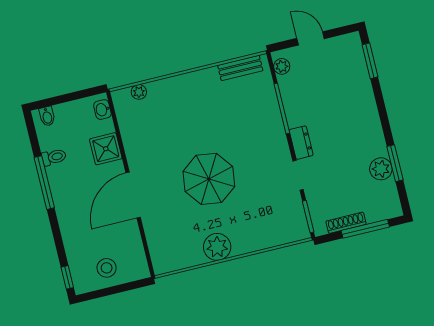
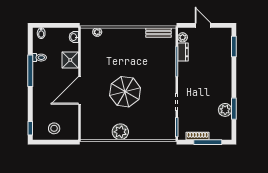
dresser: (301, 143) -> (183, 52), moved

